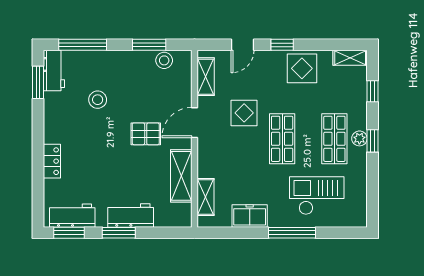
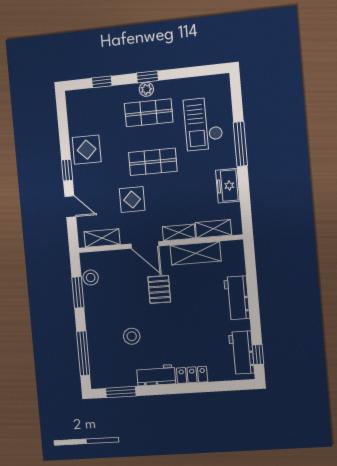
shelving: (350, 58) -> (179, 232), moved, turned 90
workbench: (54, 71) -> (156, 375), moved
window: (69, 233) -> (258, 355), width x0.67
window: (119, 233) -> (254, 308), removed

